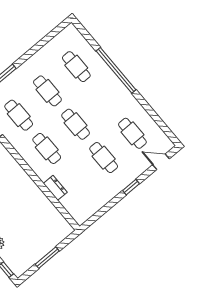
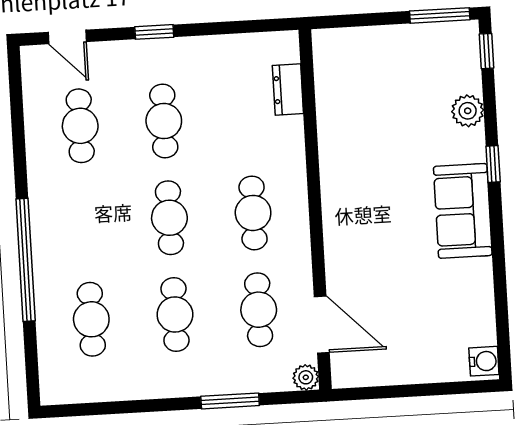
dresser: (55, 188) -> (288, 90), moved
window: (47, 258) -> (440, 15), moved

